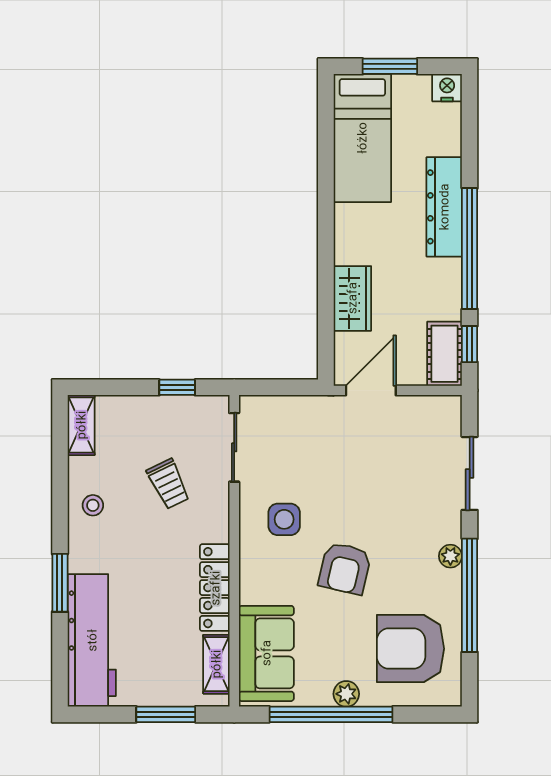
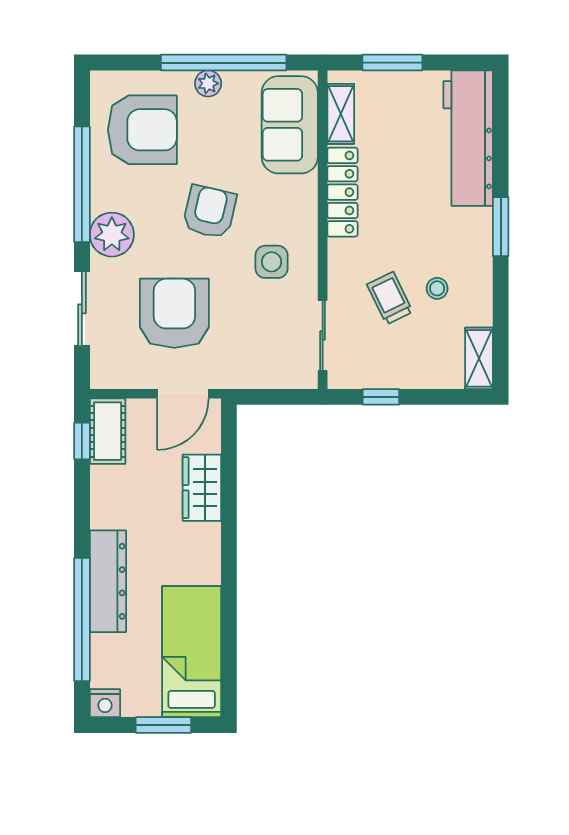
window: (470, 249) -> (82, 619), moved
armchair: (379, 469) -> (174, 313), added
stool: (93, 505) -> (437, 288), moved
plant: (450, 556) -> (112, 235), width x1.88, depth x1.88
window: (60, 583) -> (501, 227), moved

